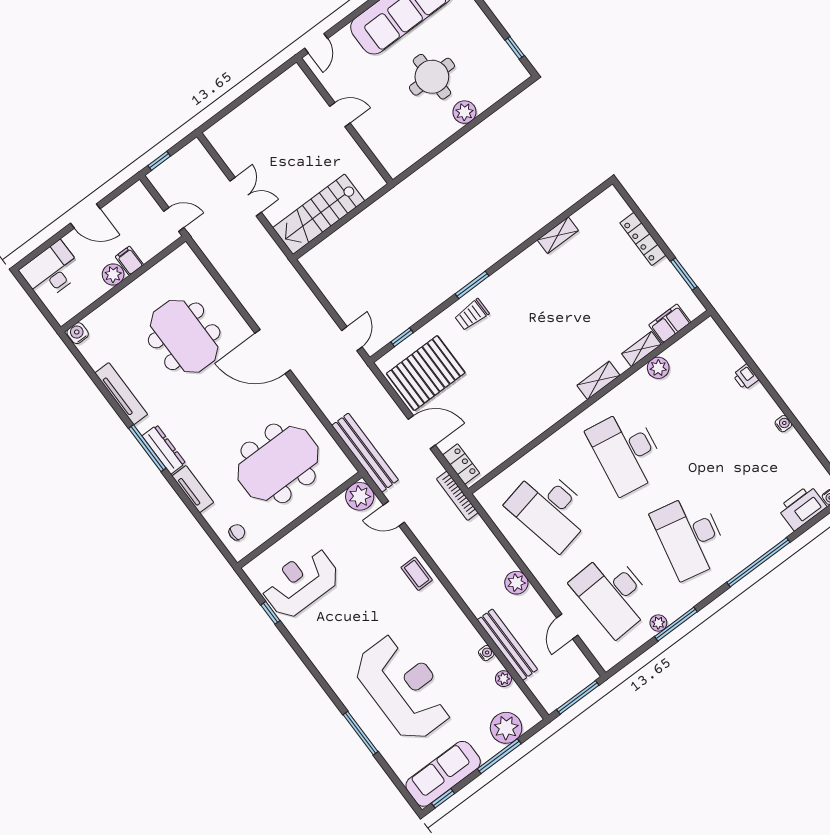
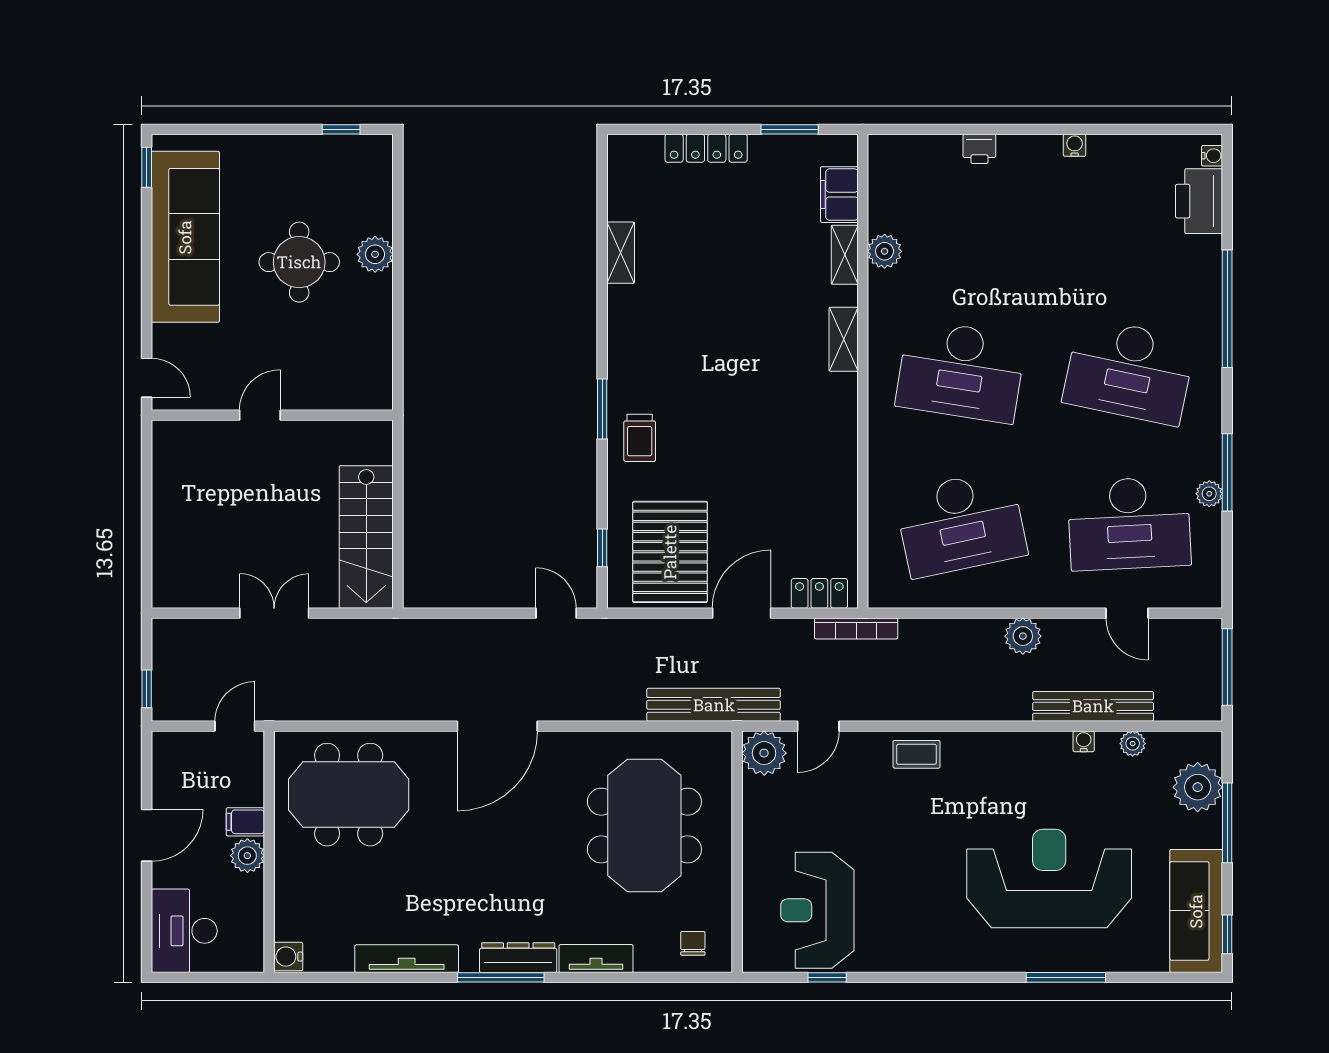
meeting table: (184, 336) -> (349, 795), moved

